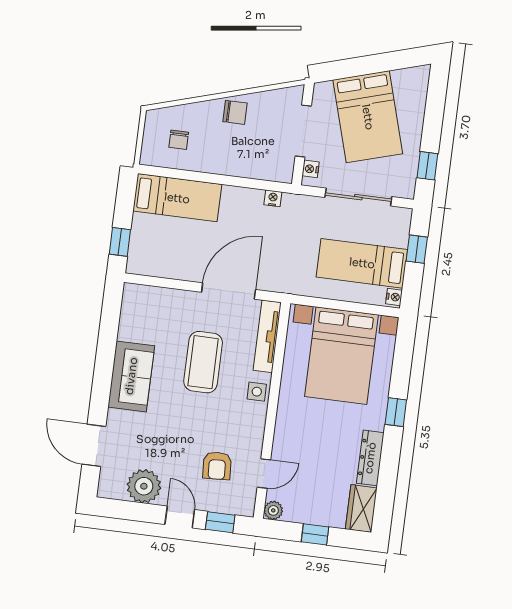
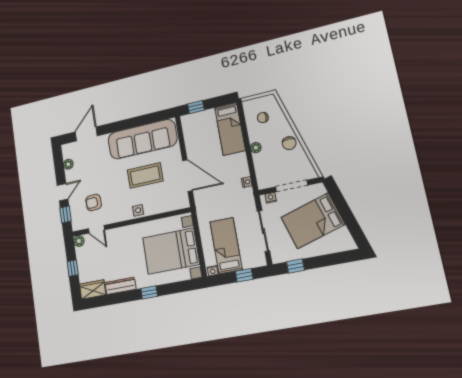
plant: (223, 166) -> (256, 148), added
tv unit: (267, 336) -> (169, 206), removed
sofa: (131, 376) -> (142, 139), width x1.85, depth x1.27
plant: (144, 486) -> (68, 164), width x0.53, depth x0.53

